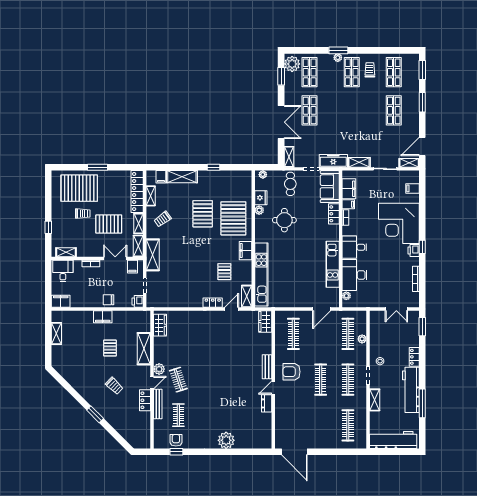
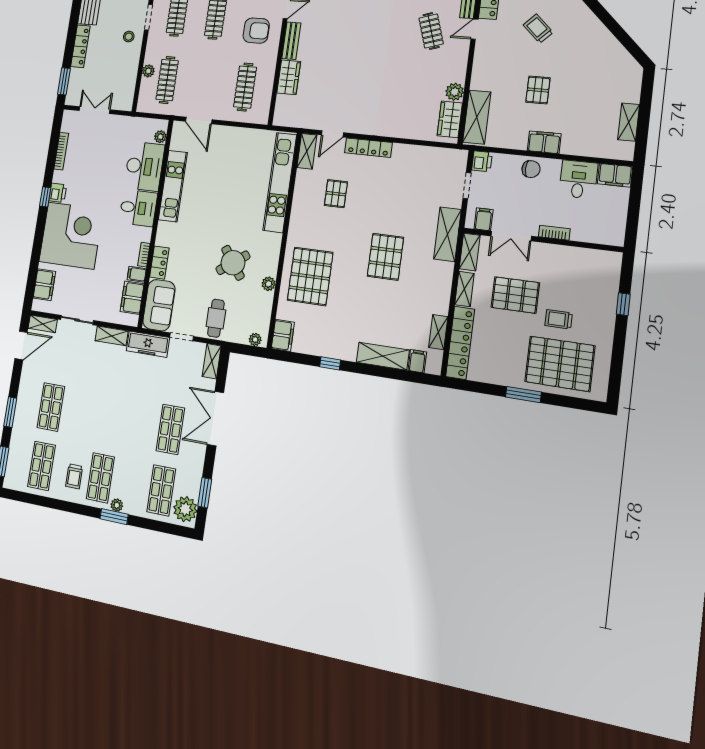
filing cabinet: (413, 188) -> (44, 285), width x2.00
fridge: (261, 198) -> (263, 303), removed
pallet: (203, 214) -> (385, 257), moved
trolley: (163, 219) -> (423, 291), removed
round table: (284, 220) -> (233, 263), turned -36
filing cabinet: (245, 251) -> (283, 335), moved
shelving: (66, 252) -> (596, 257), removed
desk: (63, 271) -> (578, 179), moved, turned 180
locker: (213, 303) -> (368, 148), width x1.53
door: (322, 309) -> (199, 121), swing flipped
wardrobe: (265, 322) -> (289, 77), moved
shelving: (144, 349) -> (477, 117), moved
locker: (414, 357) -> (80, 46), width x1.53
plant: (159, 369) -> (455, 92), moved

